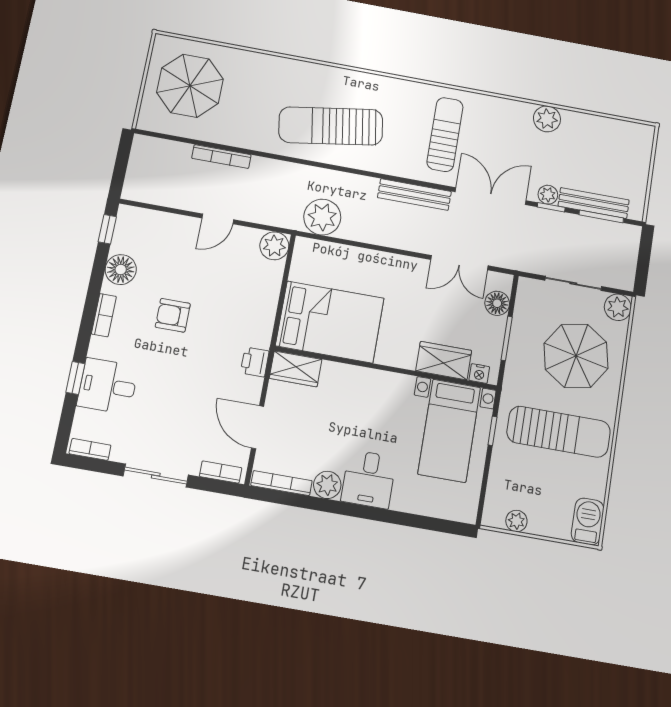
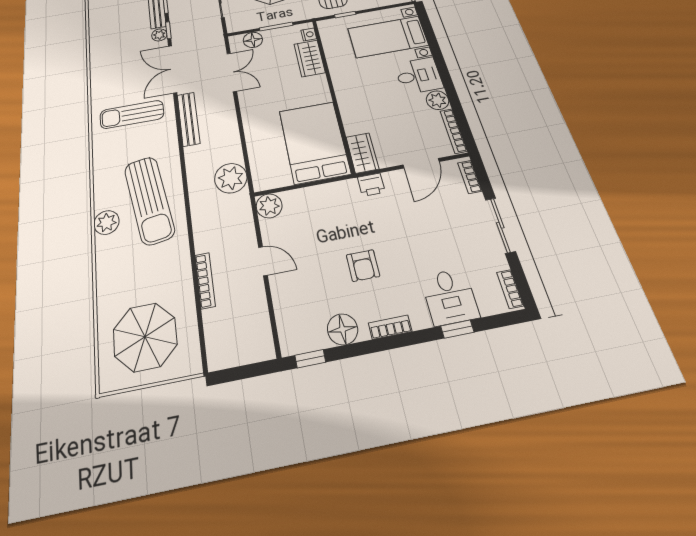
plant: (547, 119) -> (107, 222), moved
bed with nightstands: (449, 431) -> (388, 37), moved, turned 180

